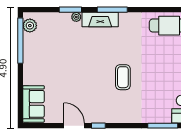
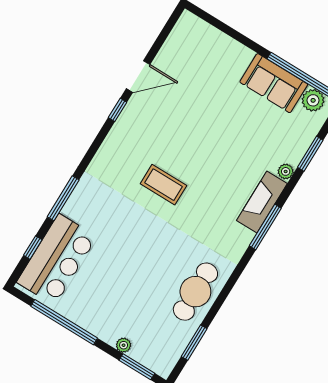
window: (70, 10) -> (310, 154), moved
sofa: (34, 104) -> (274, 83), moved

